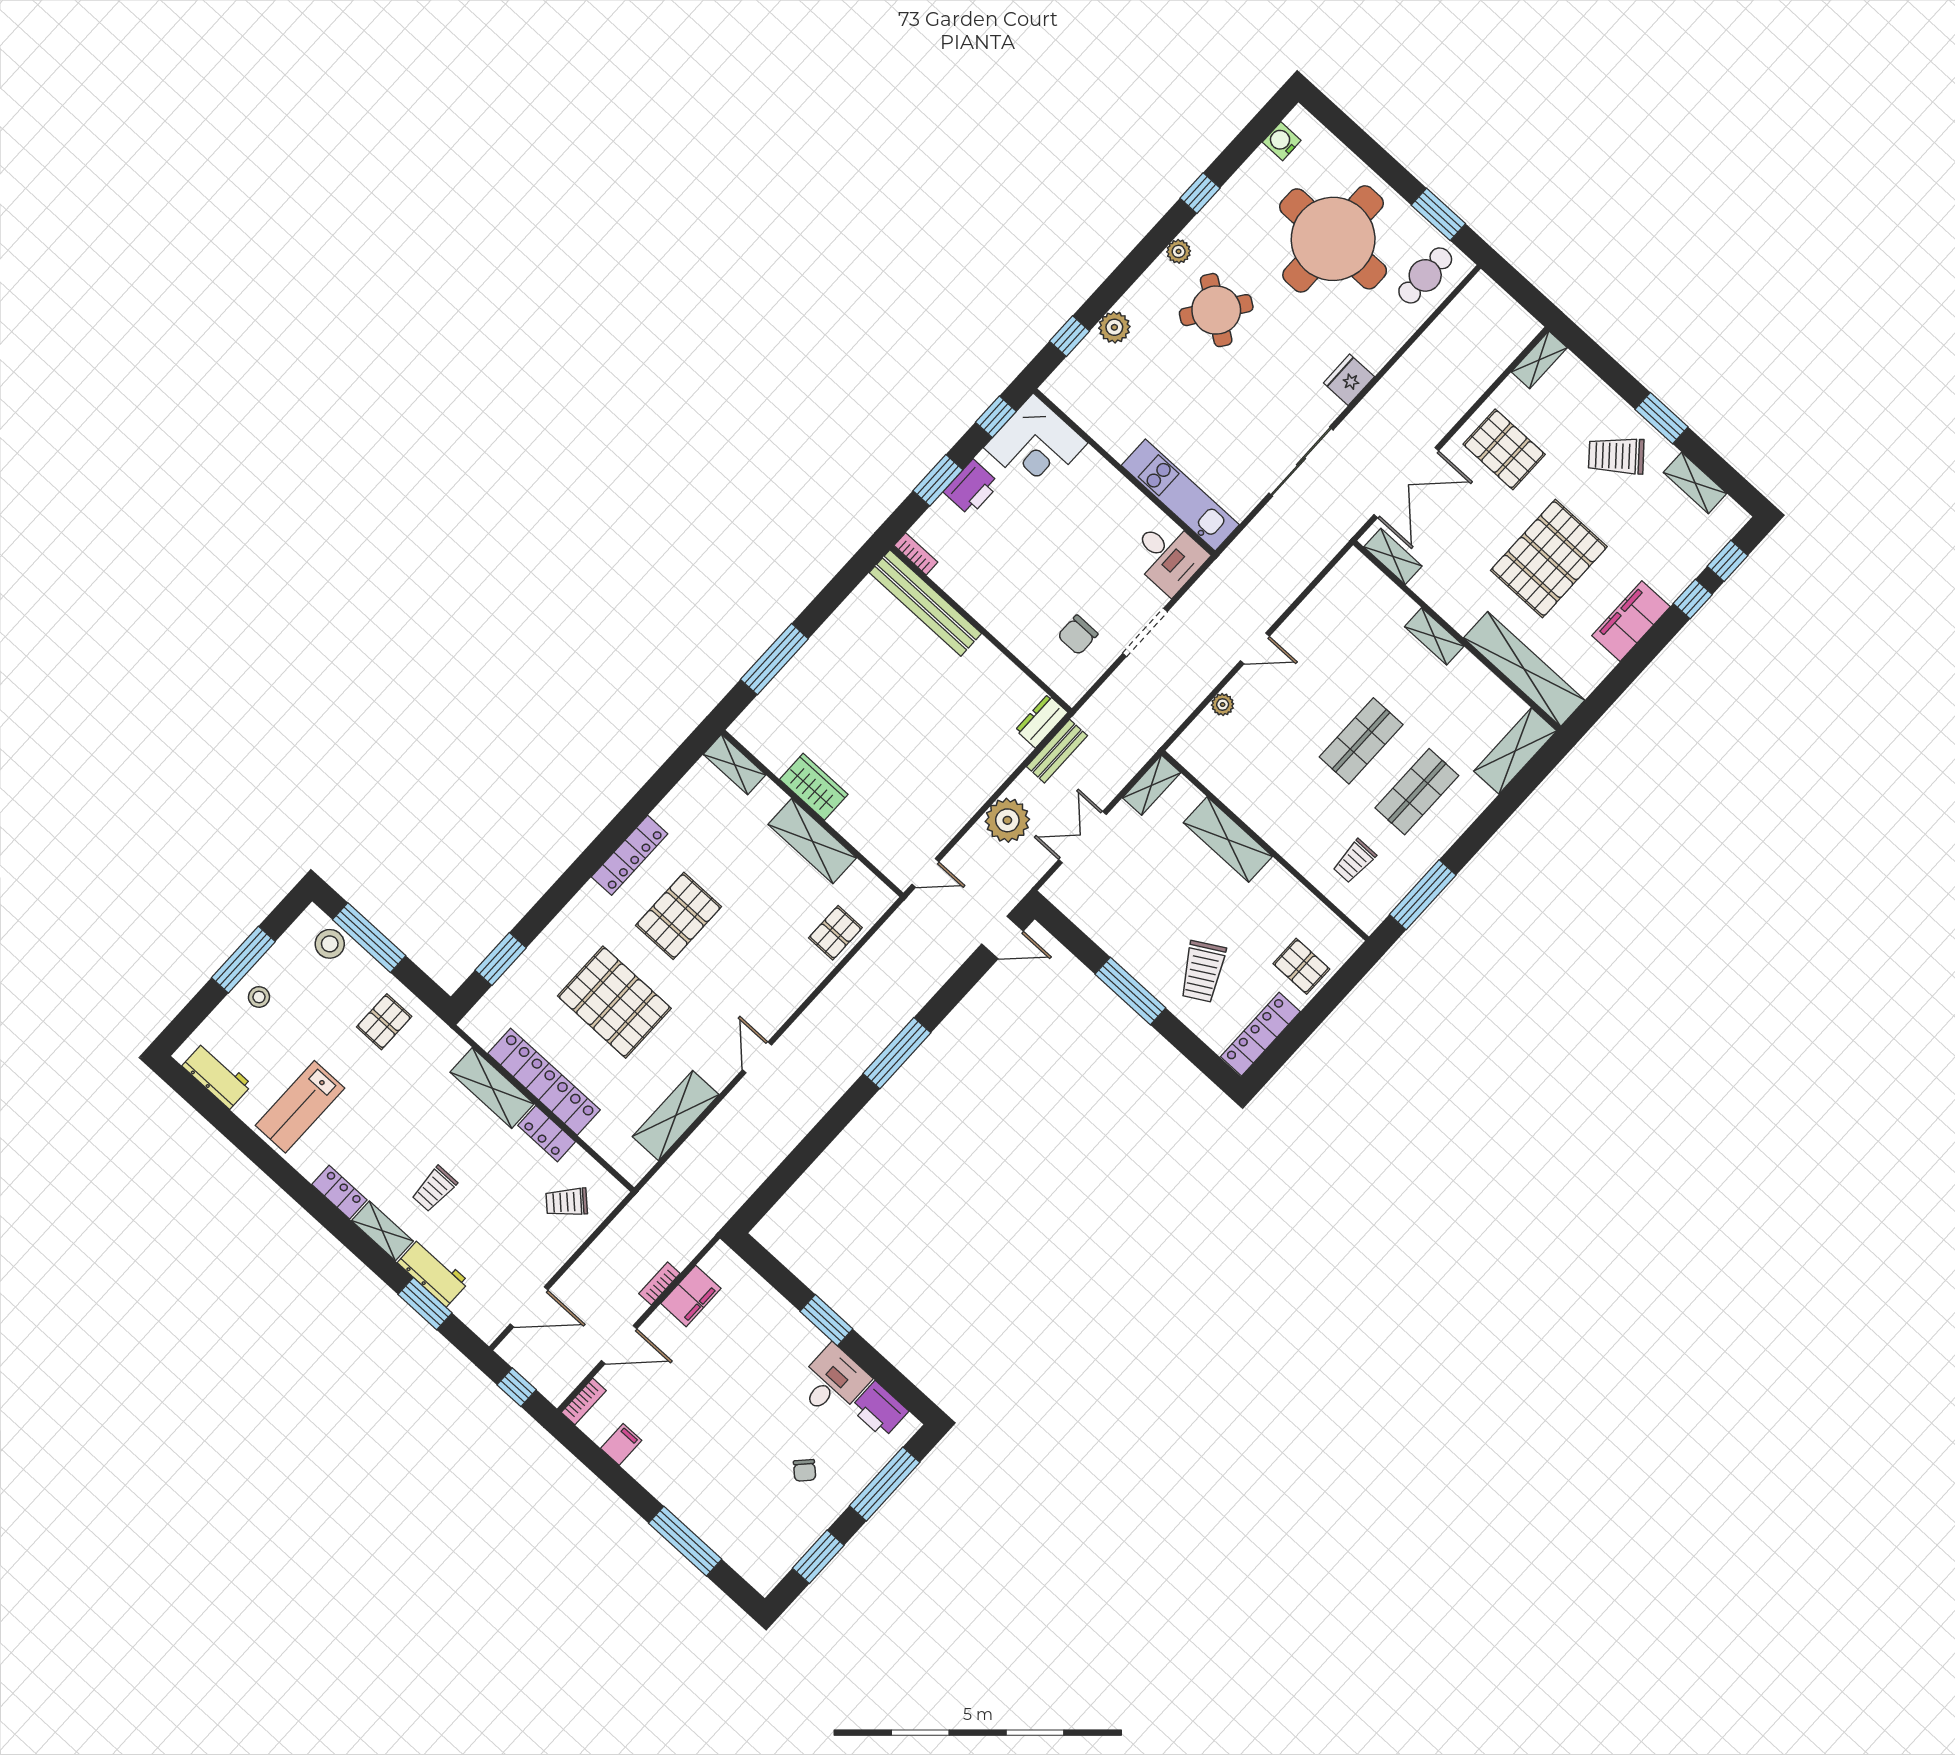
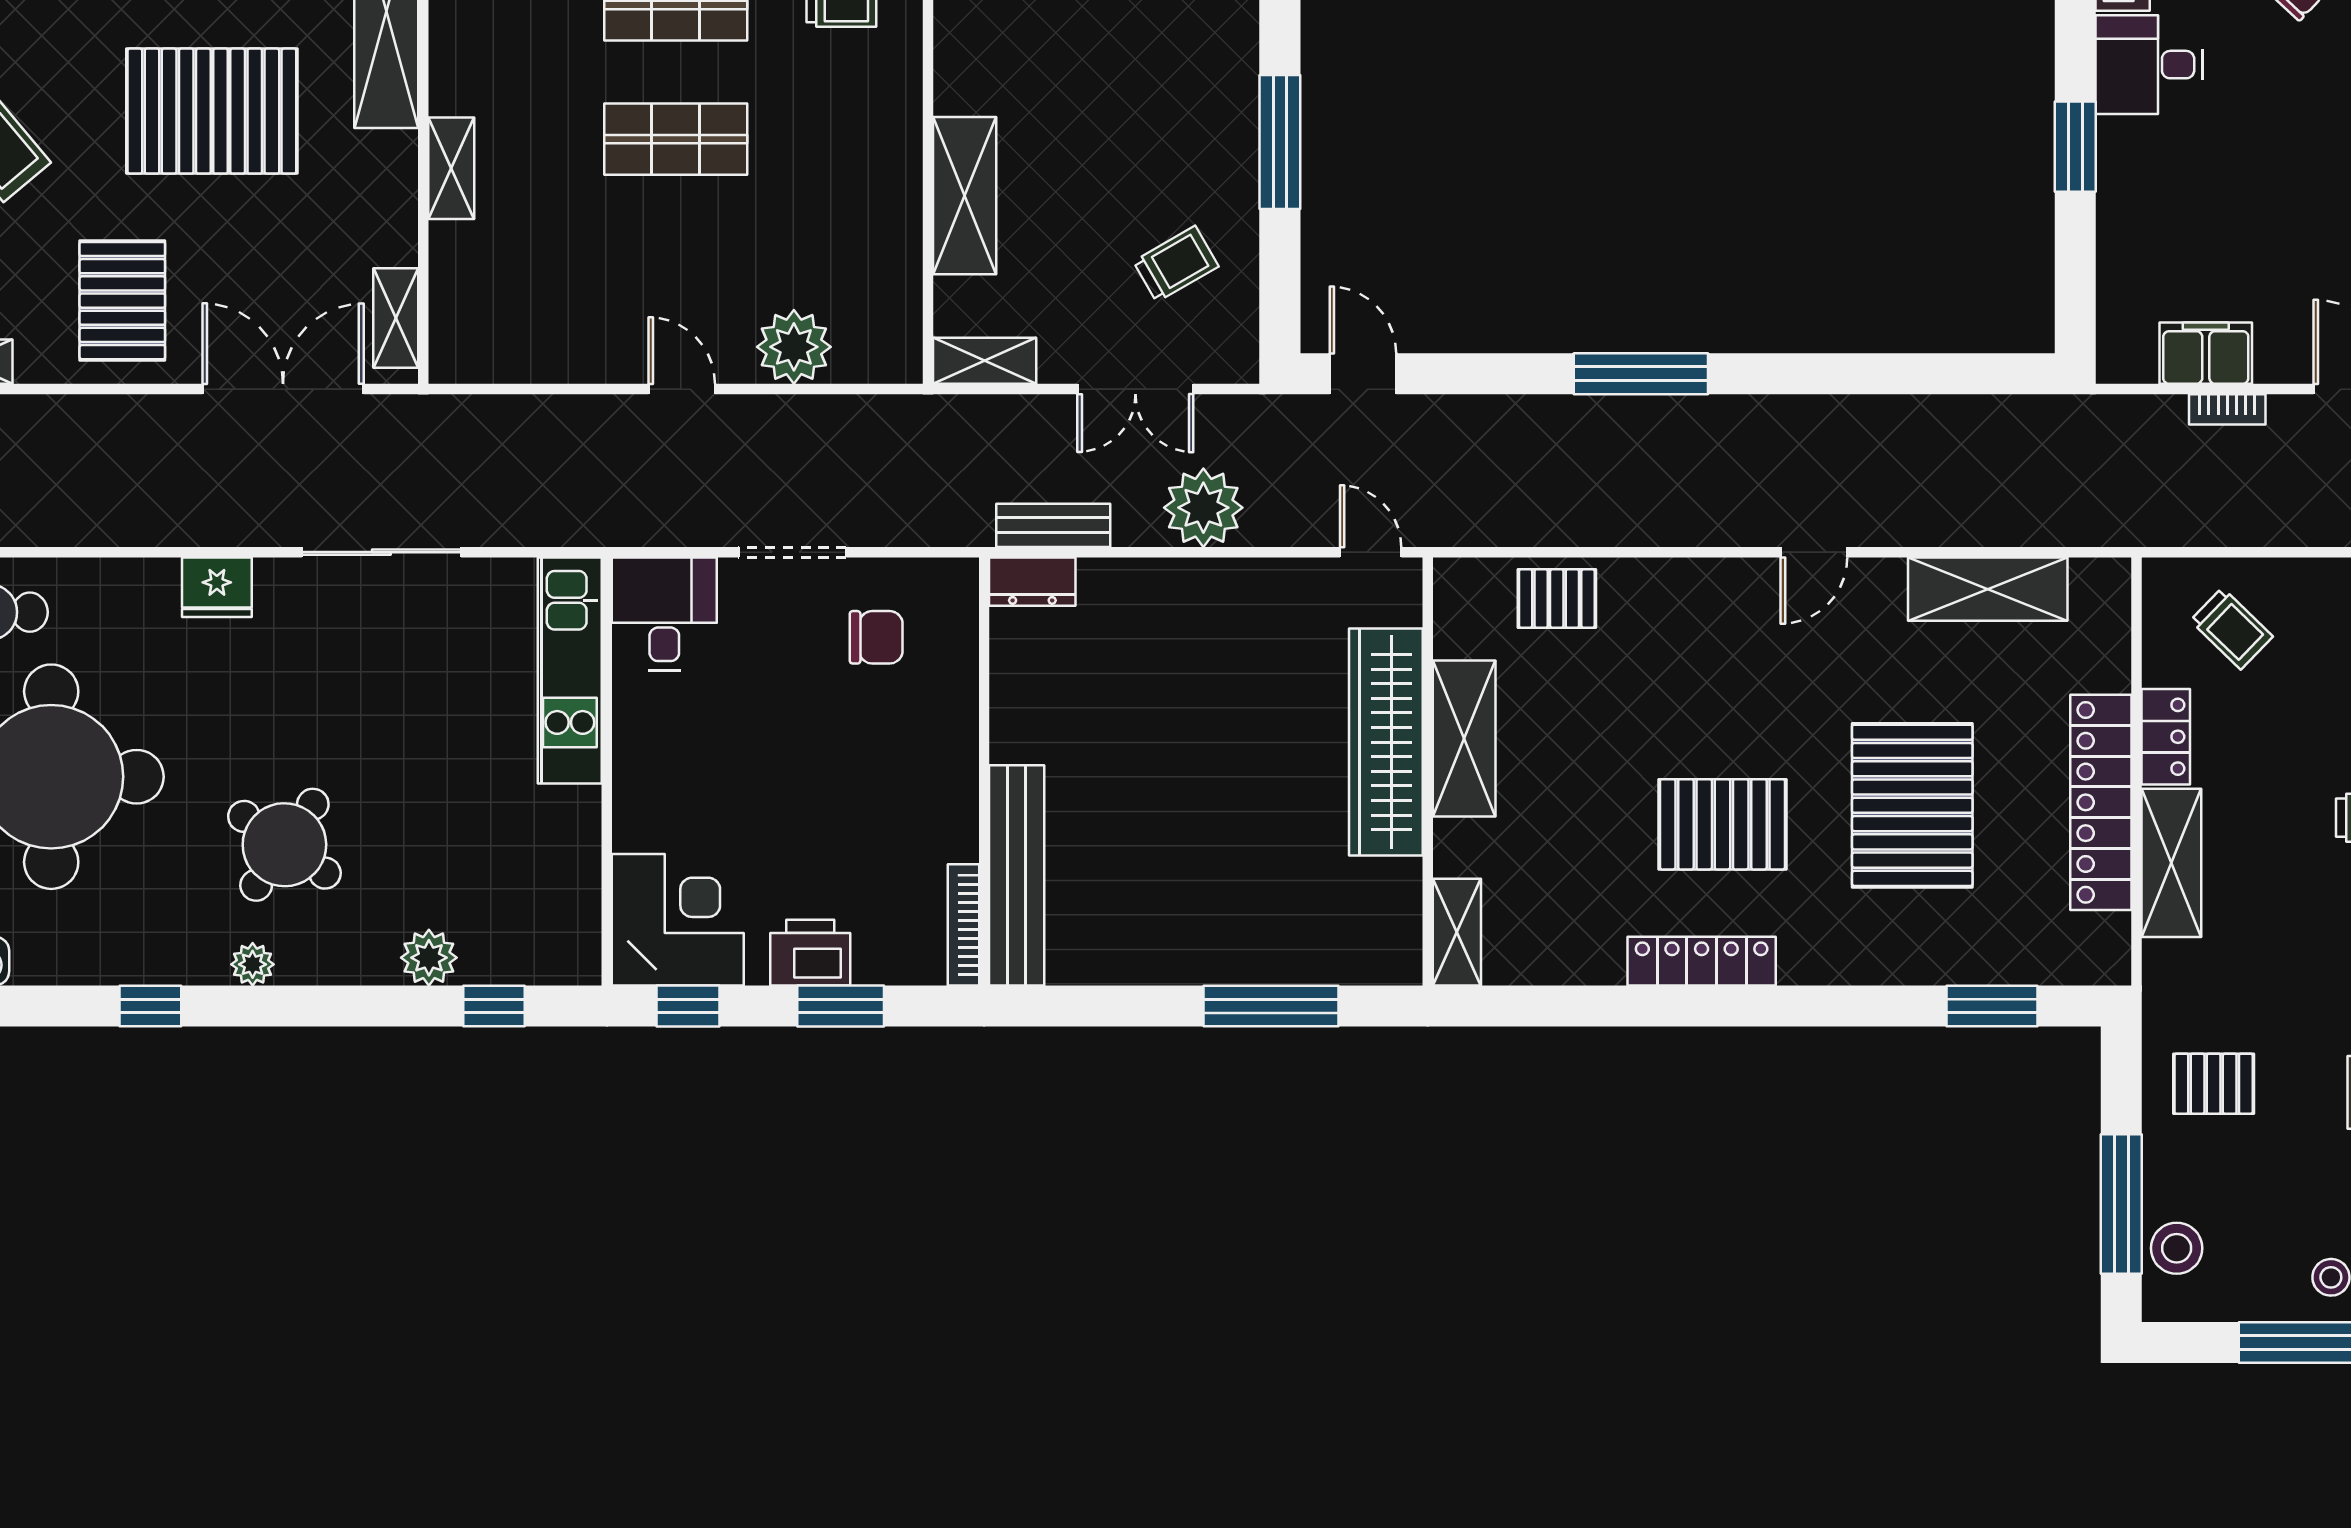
bookcase: (916, 554) -> (963, 925), width x1.56
plant: (1223, 705) -> (794, 347), width x1.87, depth x1.87
wardrobe: (814, 787) -> (1386, 742), width x2.10, depth x1.17
trolley: (1203, 971) -> (1176, 264), moved, width x0.73, depth x0.72

